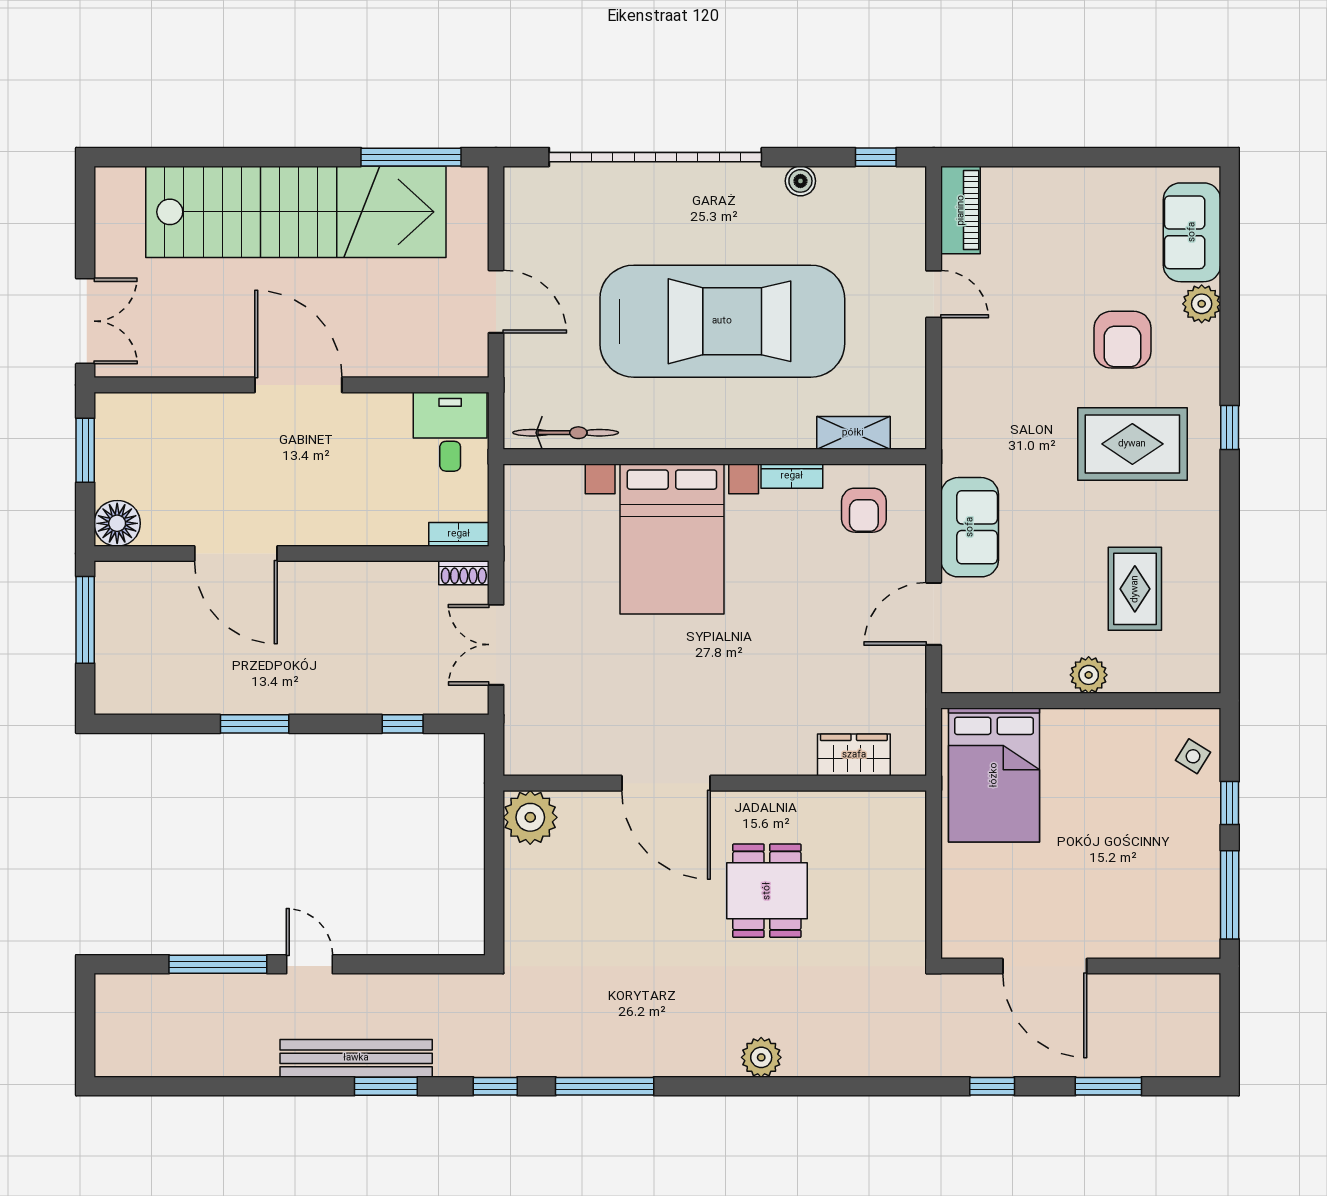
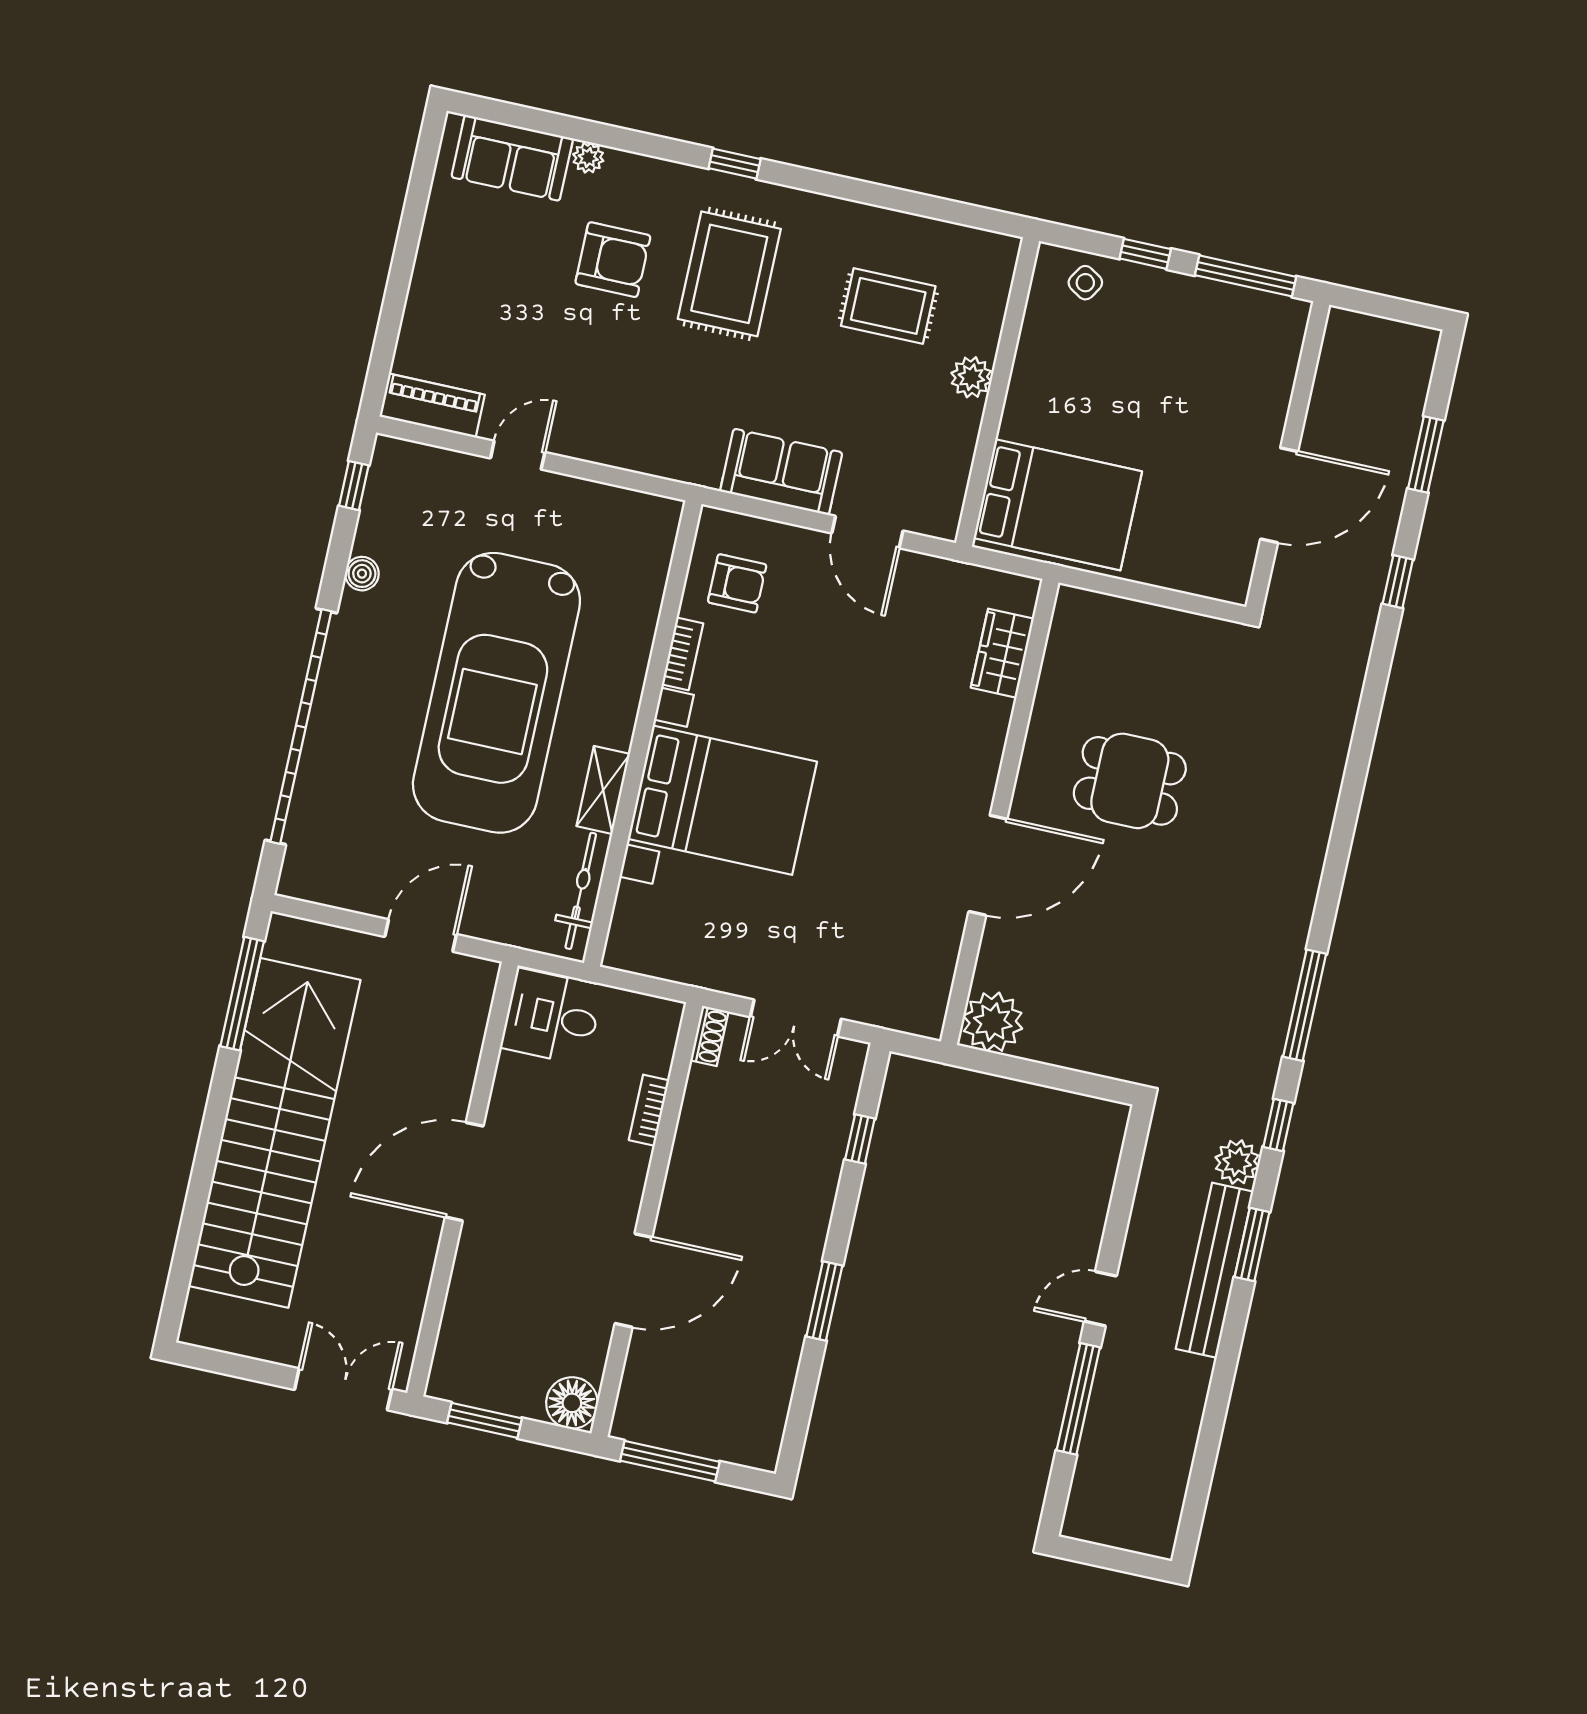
plant: (1202, 304) -> (588, 158), width x0.73, depth x0.73
car: (722, 321) -> (496, 693), turned 180
shelving: (853, 433) -> (603, 790), moved
bookcase: (459, 534) -> (649, 1110), moved
plant: (761, 1057) -> (1237, 1162), moved

